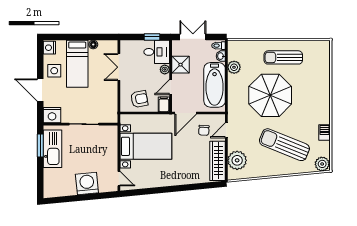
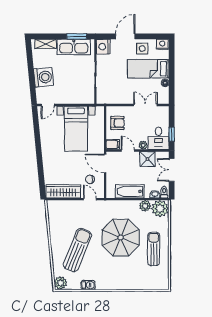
double door: (193, 37) -> (172, 170), swing flipped
bathtub: (215, 85) -> (130, 191), width x0.73, depth x0.73
armchair: (139, 99) -> (117, 123), turned -79
plant: (237, 160) -> (160, 209), moved
shelving: (49, 181) -> (46, 44), added

